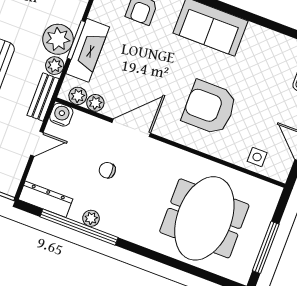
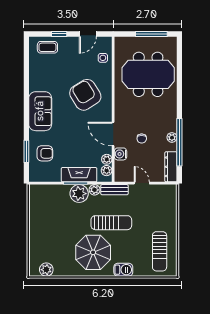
armchair: (209, 107) -> (85, 95), turned 148
water cooler: (61, 115) -> (120, 154), moved

